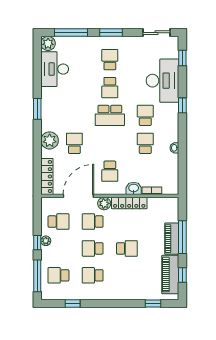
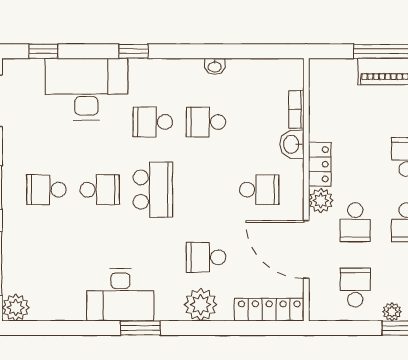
desk: (55, 69) -> (120, 295), moved
locker: (129, 203) -> (320, 164), width x0.66

